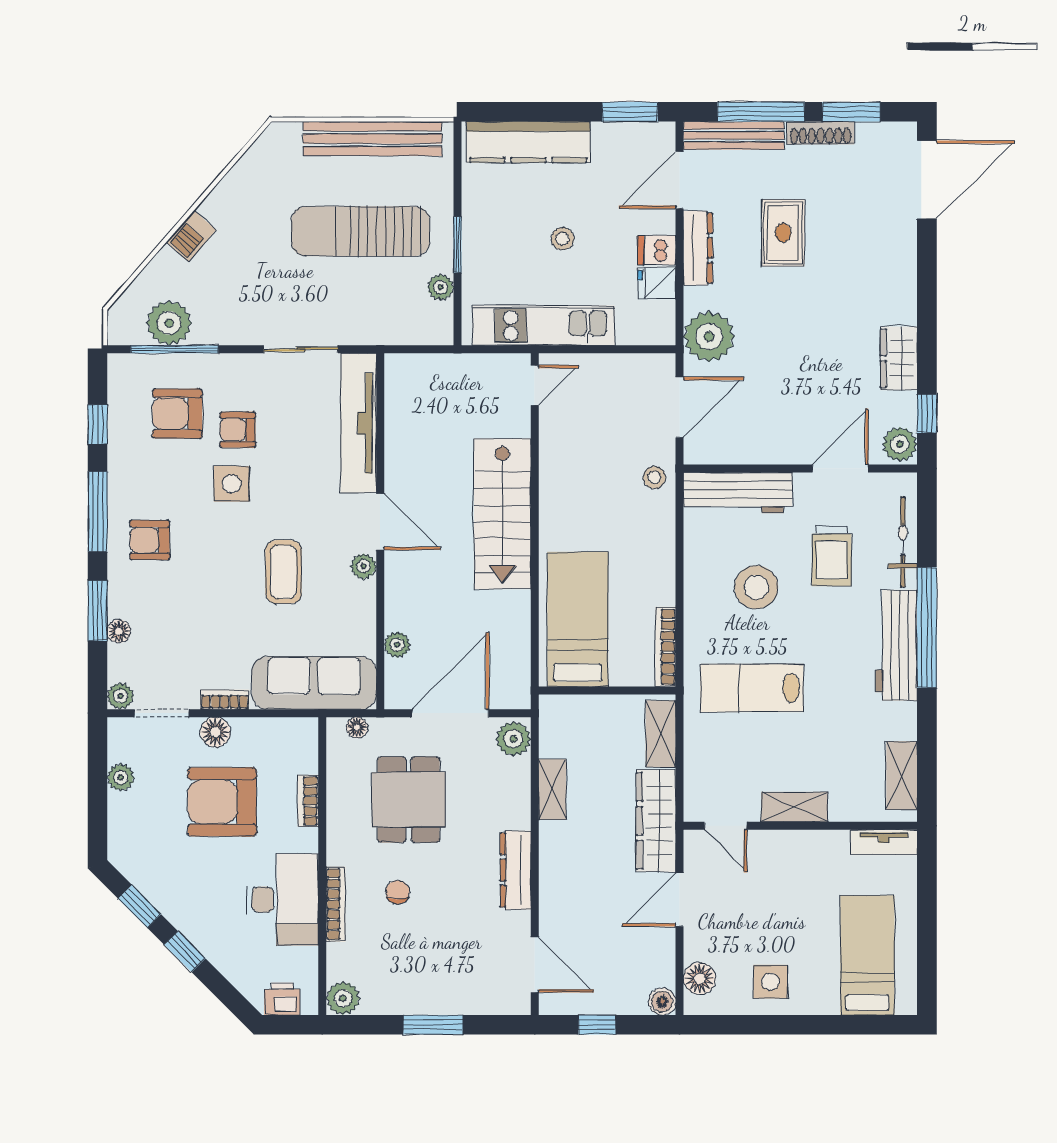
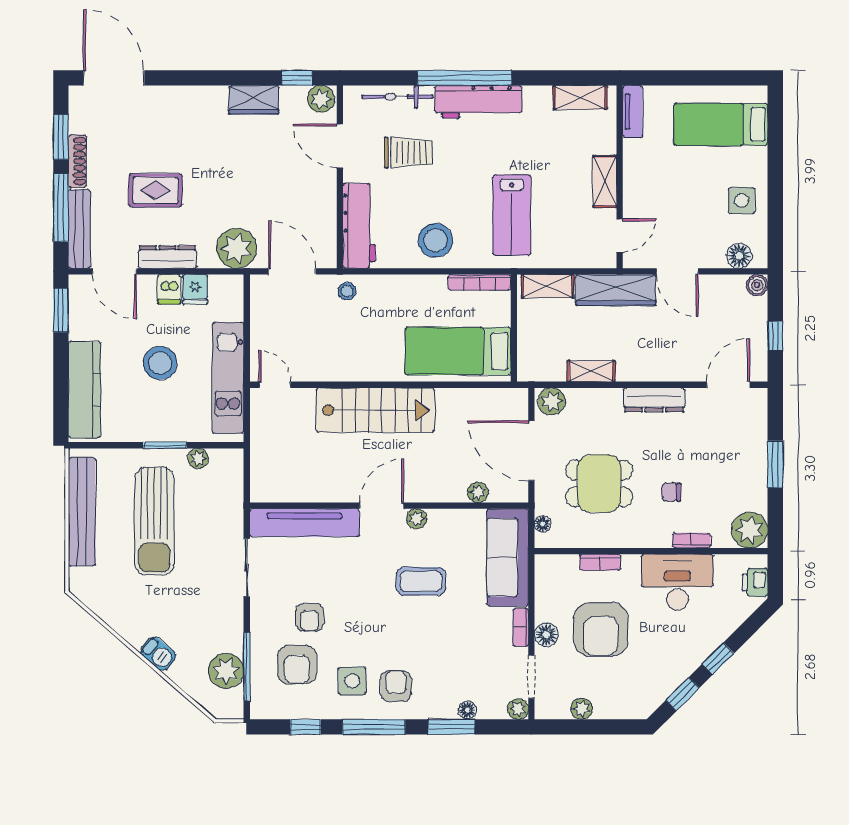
stool: (563, 239) -> (160, 363), width x1.89, depth x1.89
side table: (232, 484) -> (352, 681), moved
armchair: (150, 540) -> (396, 686), turned 180
stool: (756, 587) -> (435, 240), moved
bookcase: (336, 904) -> (692, 540), width x0.64
plant: (343, 998) -> (750, 530), width x1.36, depth x1.36

